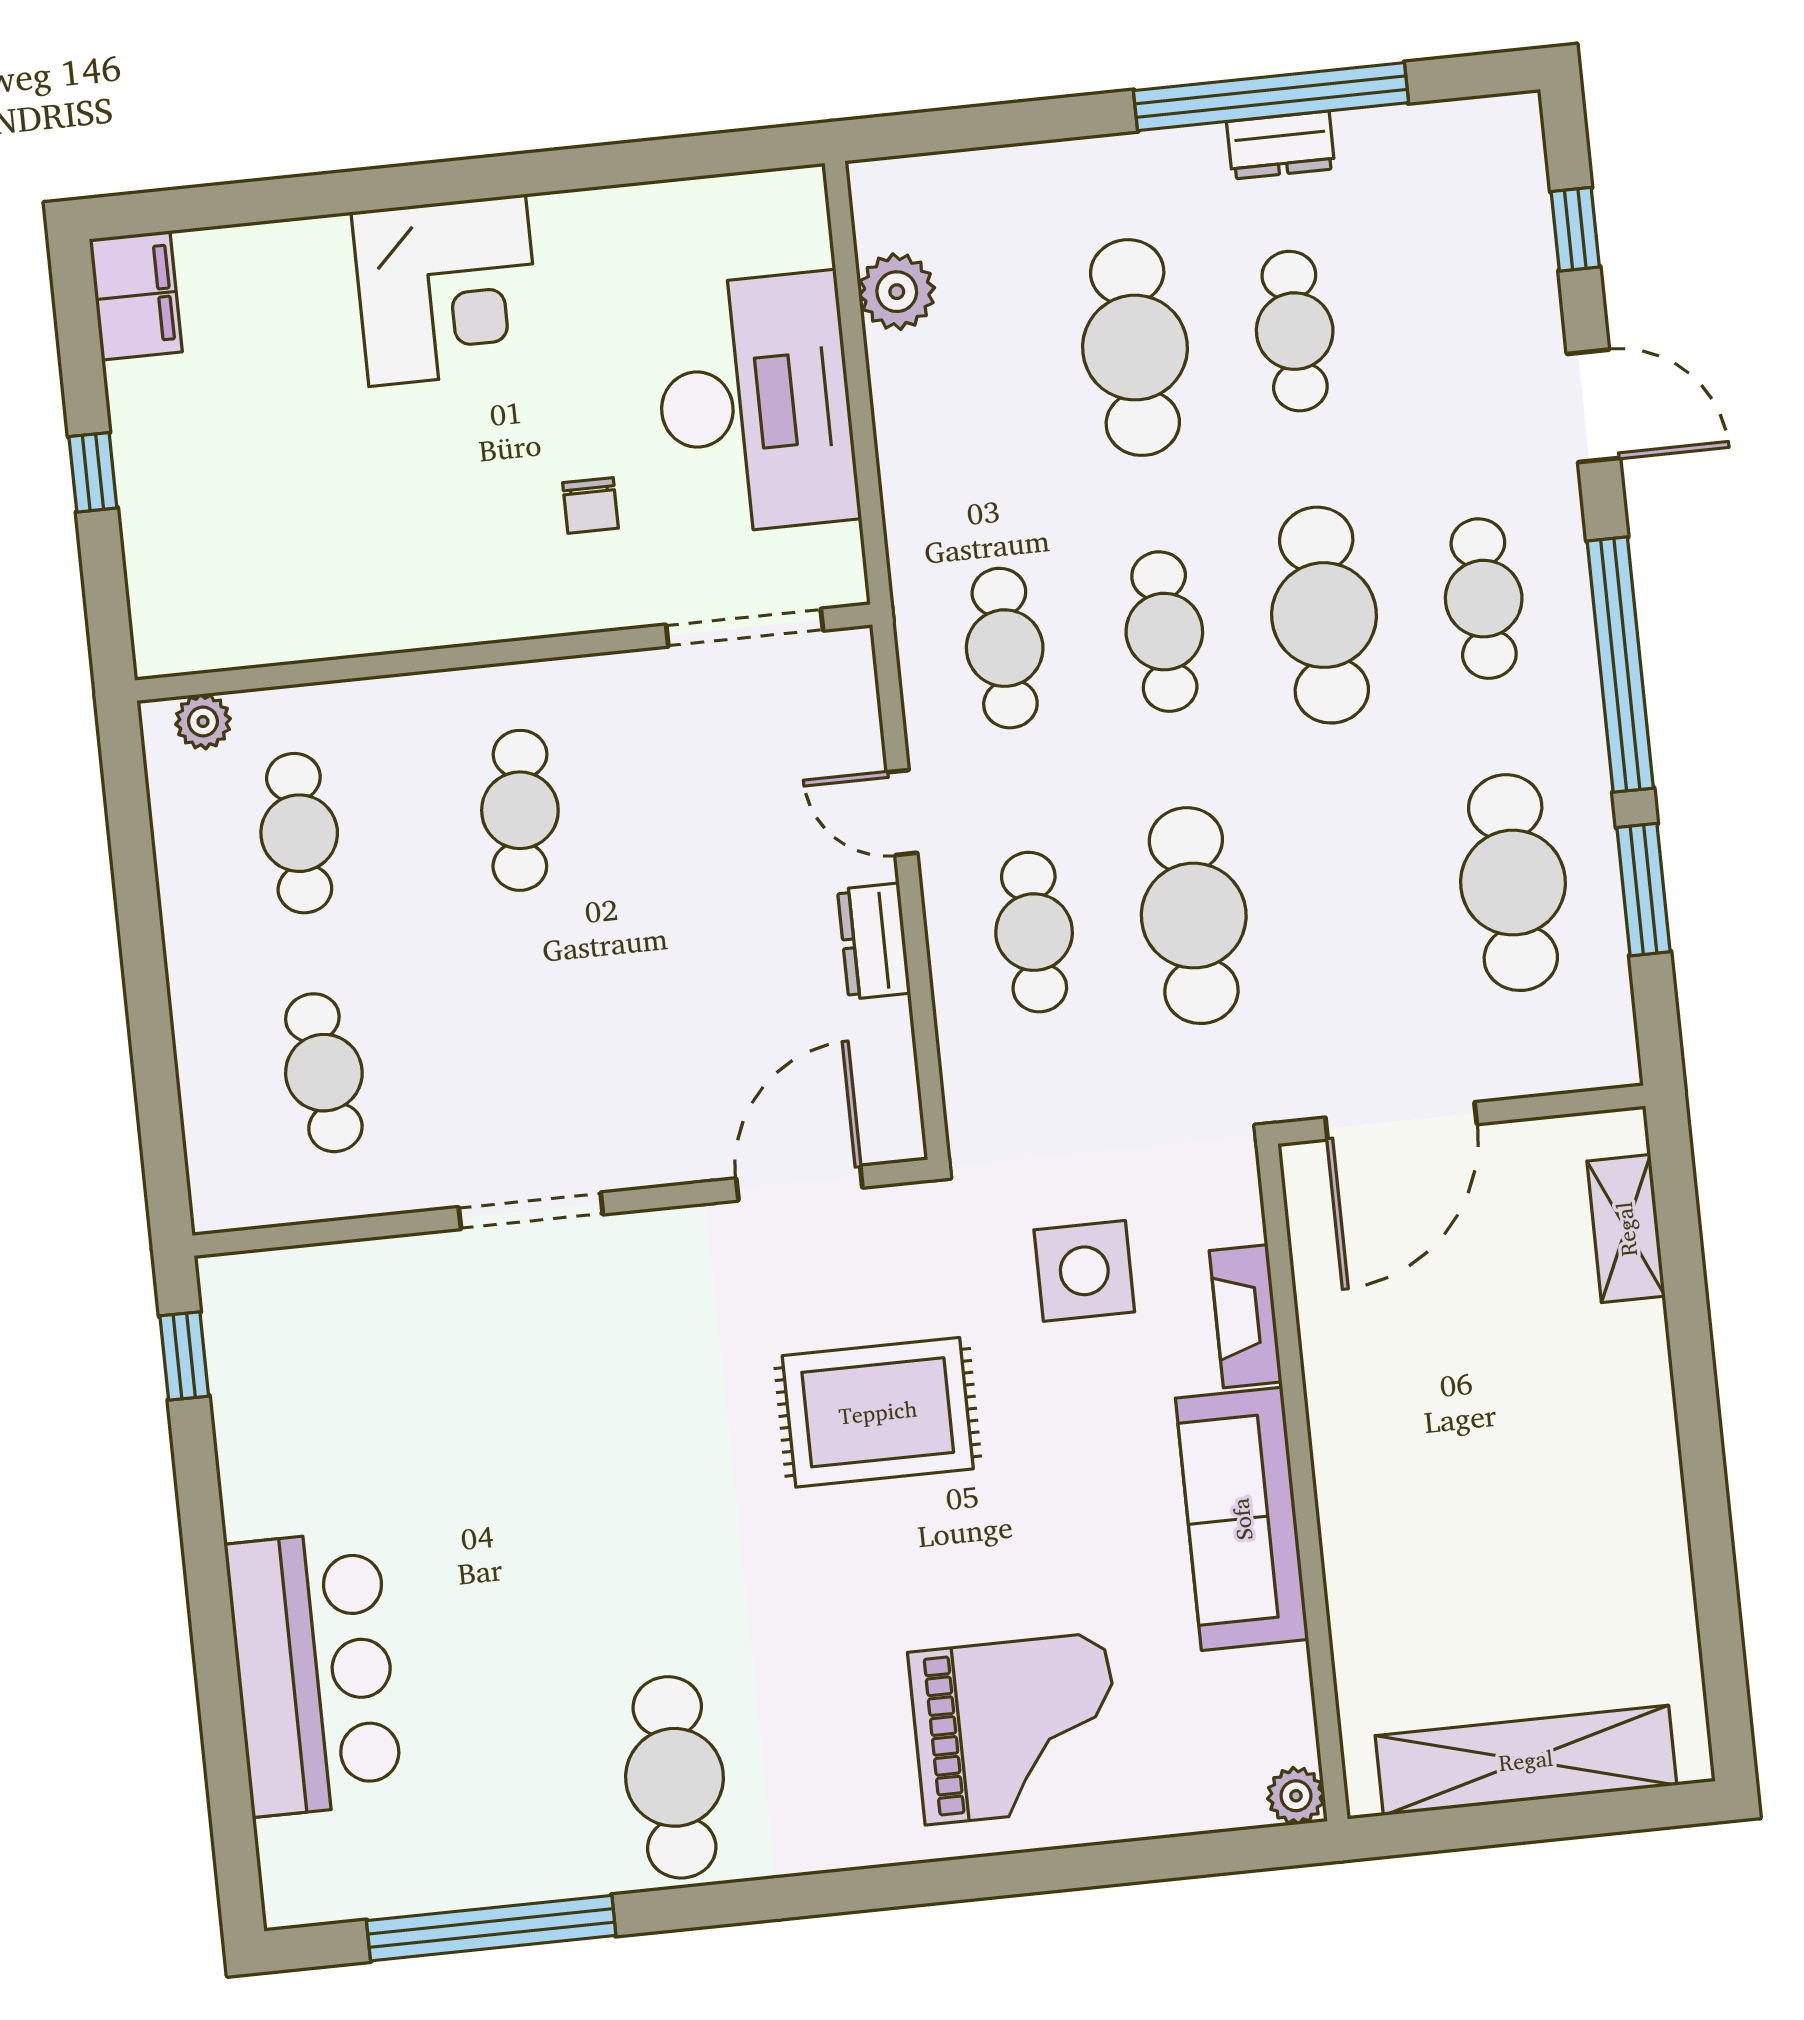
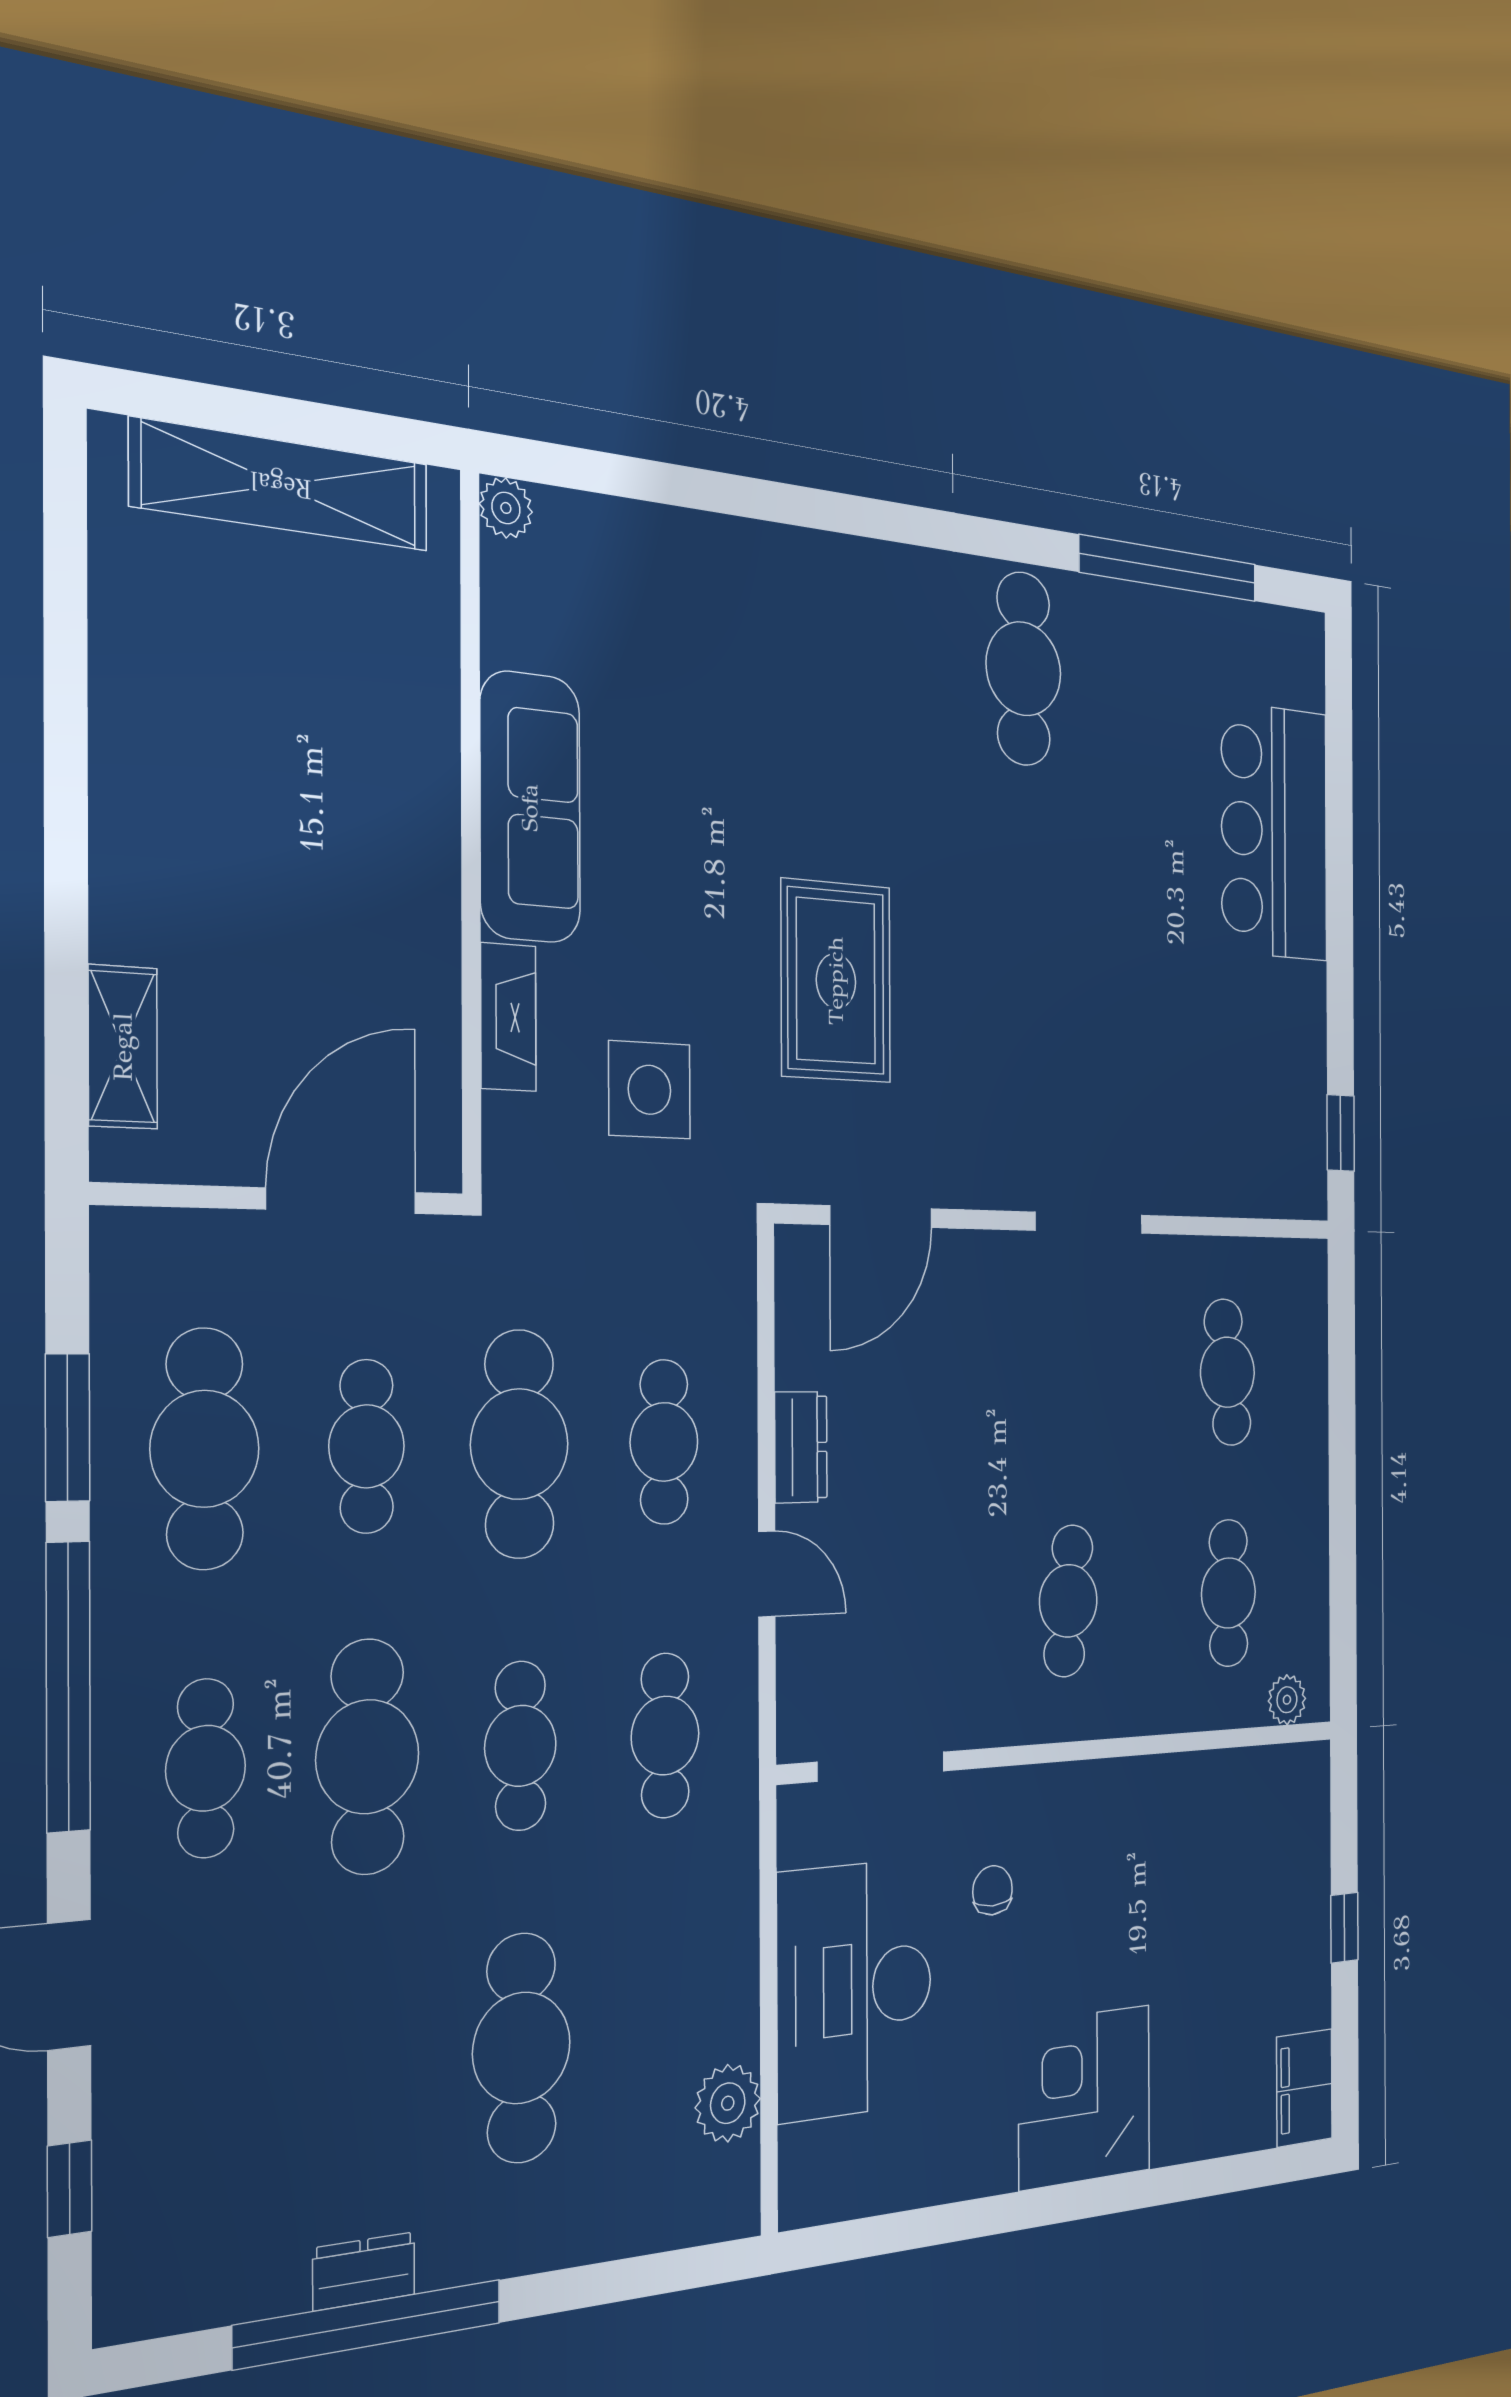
cafe table: (1295, 331) -> (367, 1446), moved
rug: (878, 1412) -> (836, 981), turned 90
grand piano: (1016, 1729) -> (747, 643), removed

